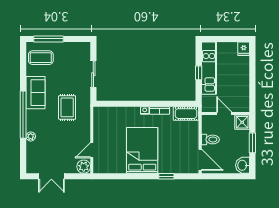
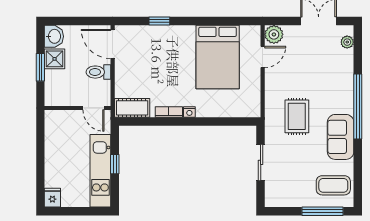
door: (224, 114) -> (94, 108), moved
shower: (242, 122) -> (55, 59), moved
plant: (31, 136) -> (347, 42), moved
bed: (142, 150) -> (218, 57), moved

